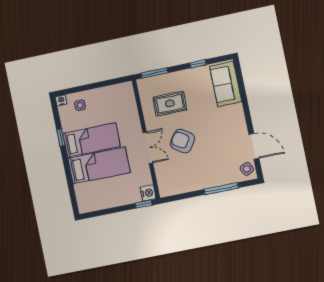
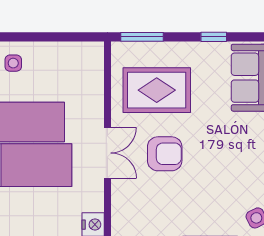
rug: (170, 103) -> (157, 90), width x1.36, depth x1.43
armchair: (183, 141) -> (165, 154), turned 146

